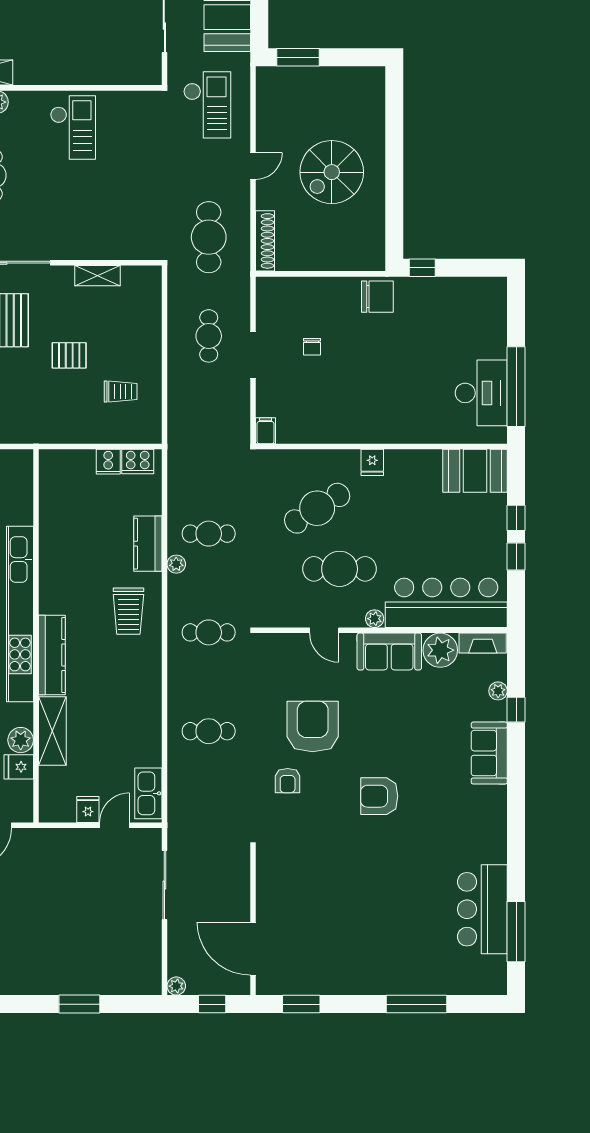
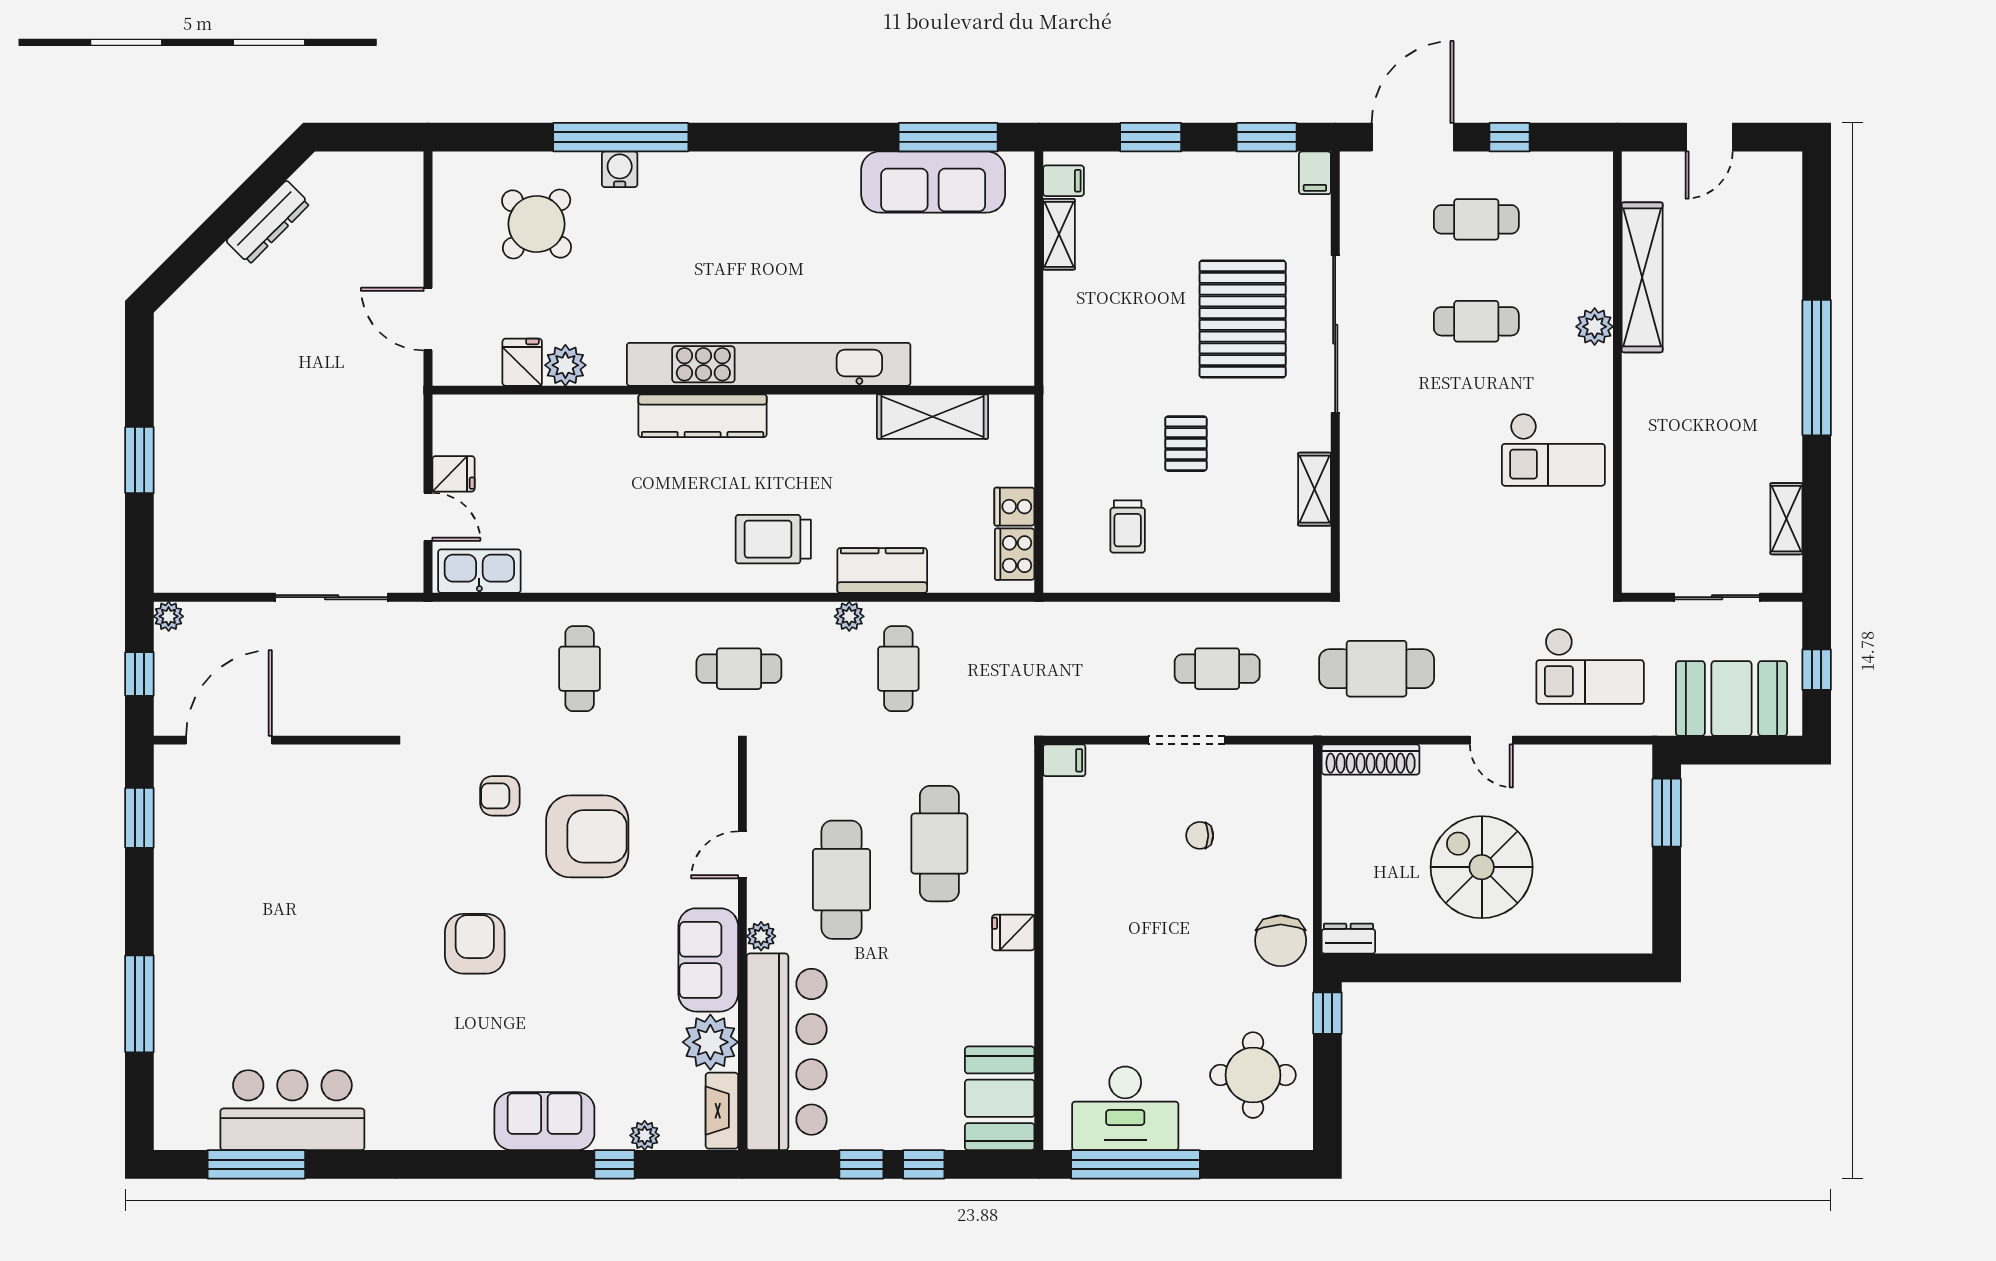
dresser: (376, 255) -> (1348, 939), added
round table: (461, 314) -> (1253, 1075), added
cafe table: (317, 508) -> (939, 844), turned 32
cafe table: (209, 632) -> (739, 669), turned 90
shelving: (52, 731) -> (933, 417), moved

